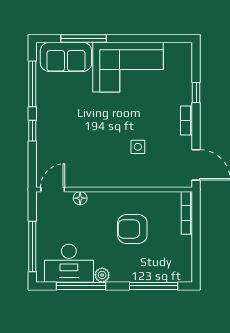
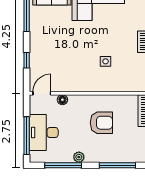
window: (32, 131) -> (27, 60), moved
armchair: (132, 229) -> (101, 123), turned 180
desk: (69, 263) -> (44, 133), moved, turned 90

